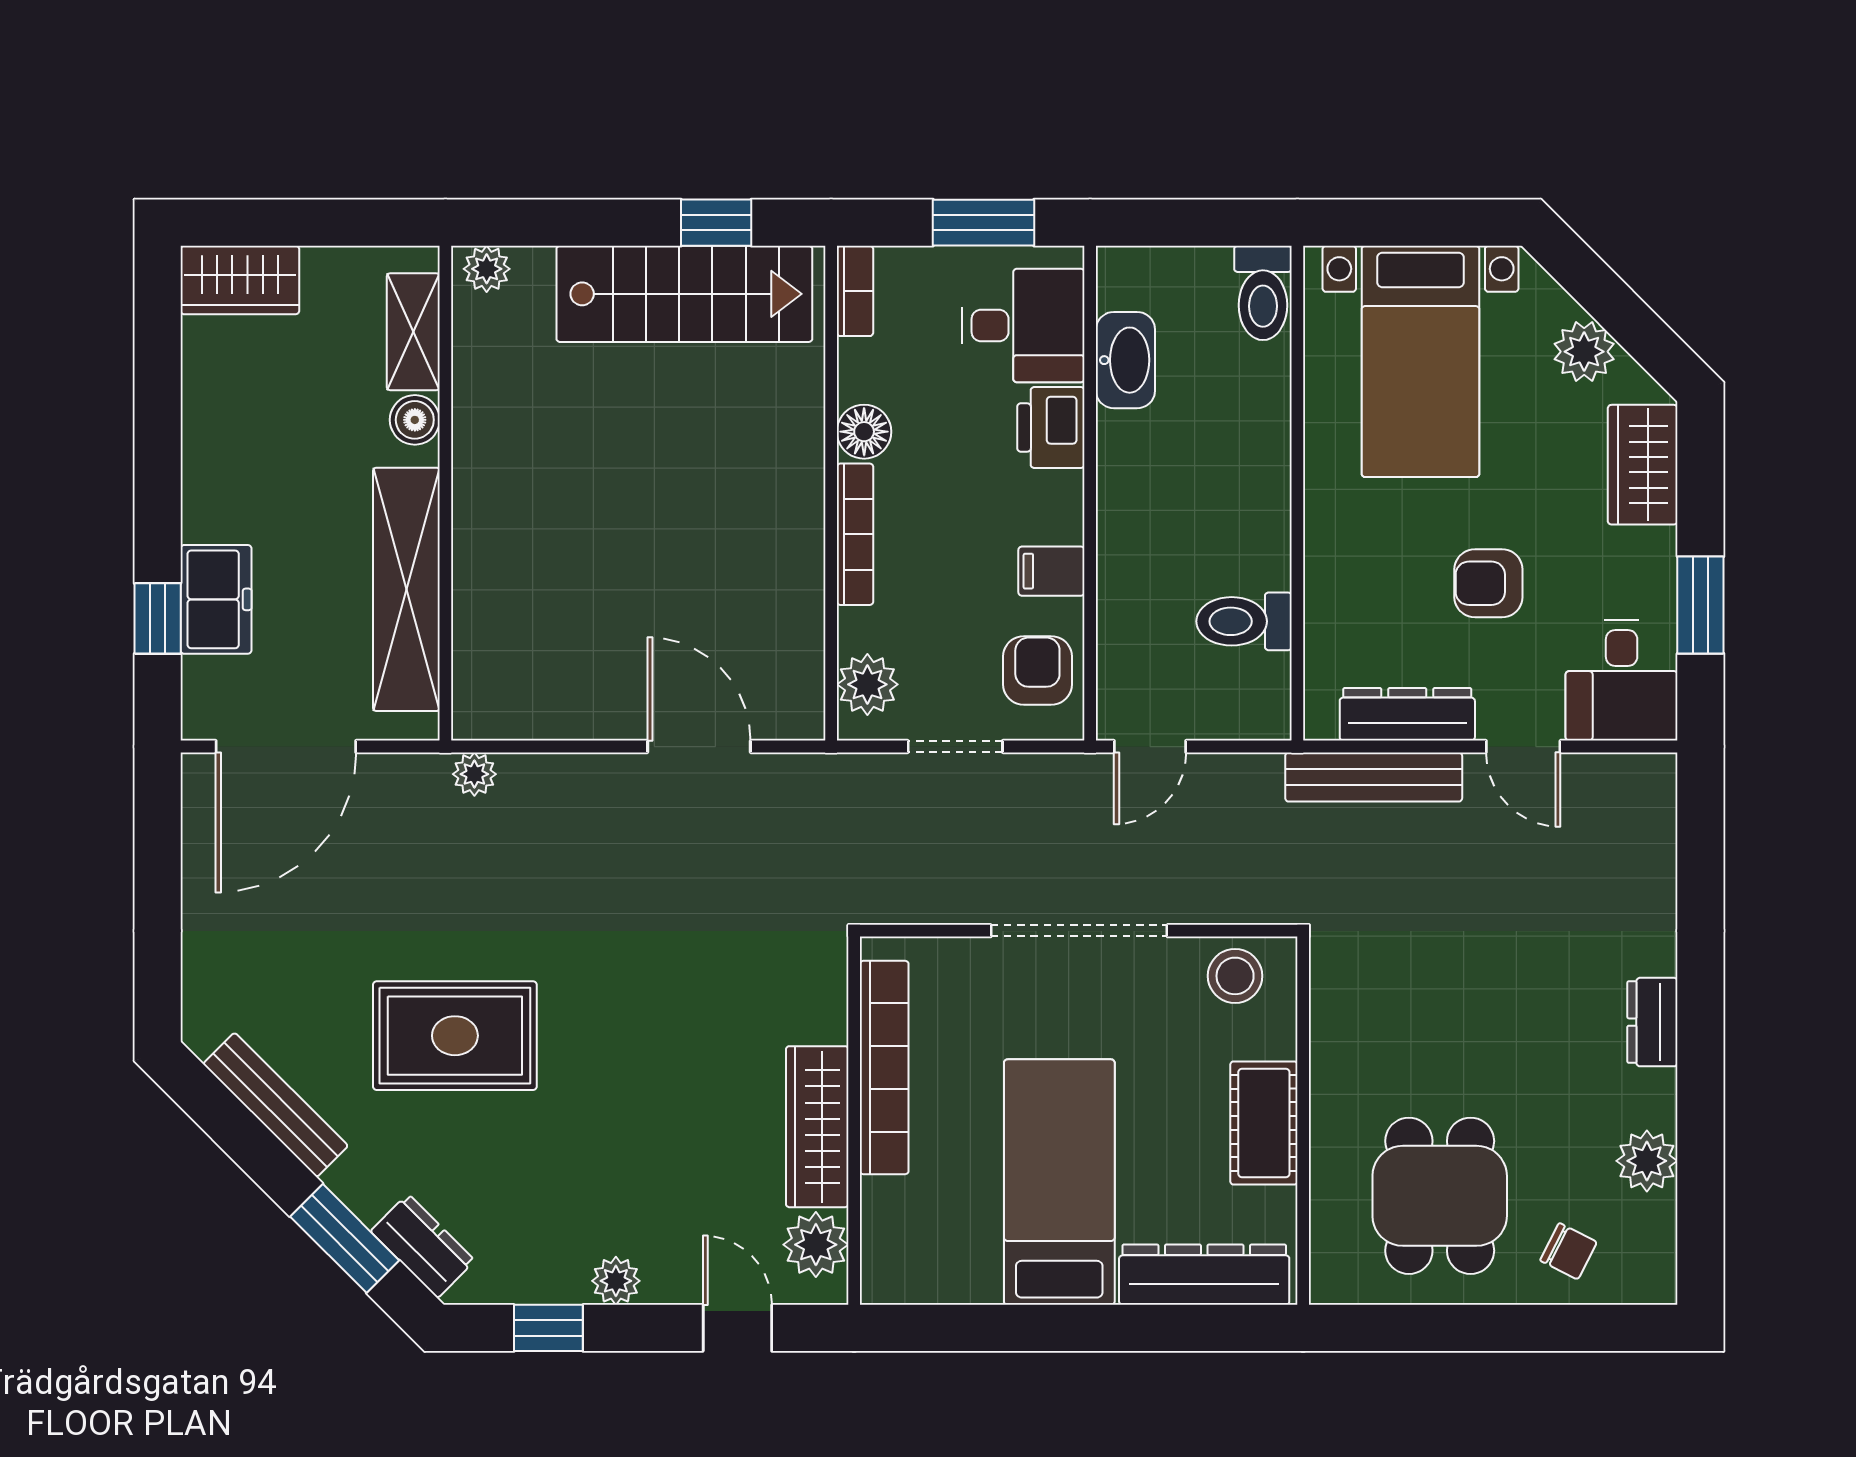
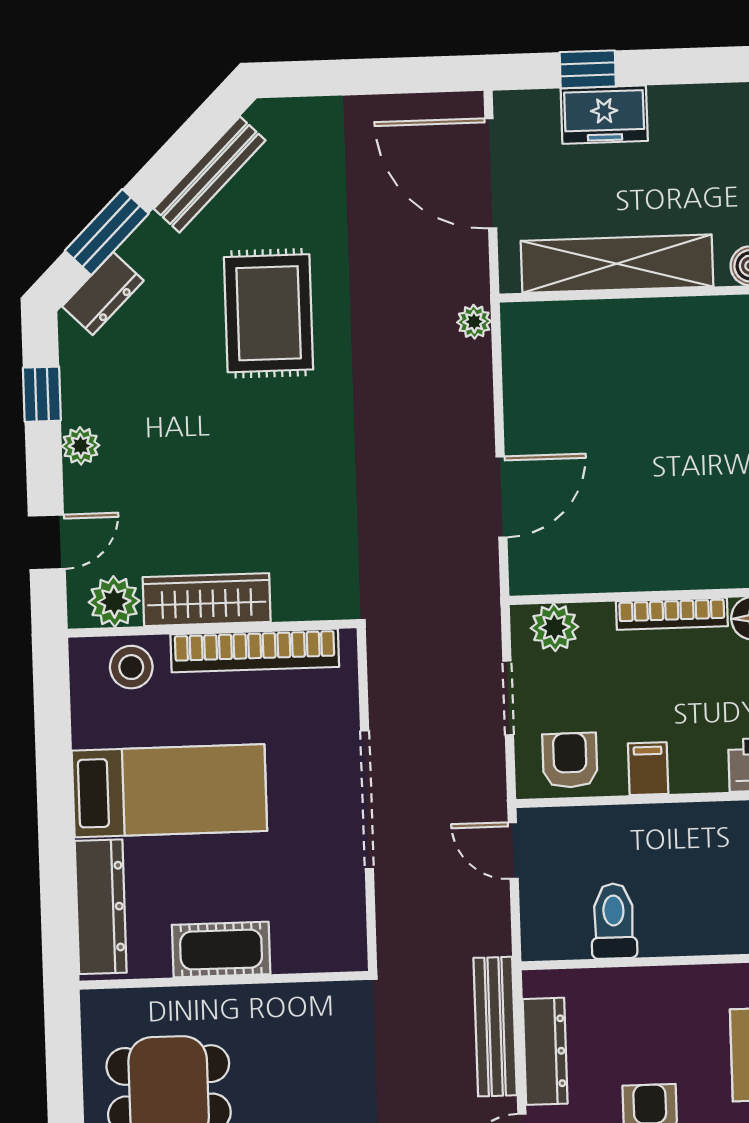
armchair: (1037, 670) -> (570, 760), turned -90
stool: (1235, 976) -> (131, 667), moved

